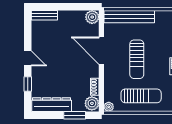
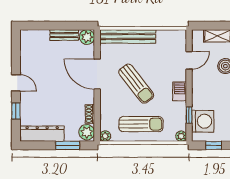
bench: (44, 15) -> (64, 35), moved
sun lounger: (137, 59) -> (136, 84), turned -38

